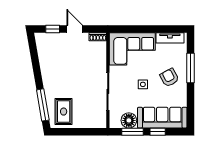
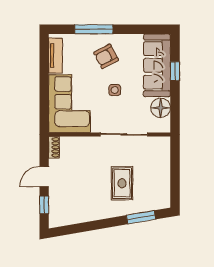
window: (43, 105) -> (141, 217), width x0.69
rug: (64, 112) -> (122, 183), moved, turned 90
window: (132, 132) -> (175, 103), removed

